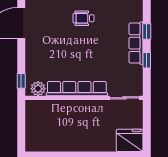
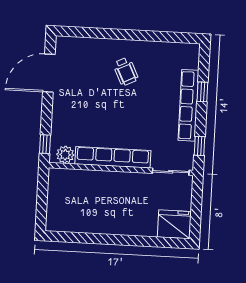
wheelchair: (83, 18) -> (126, 71), turned -116
row of seats: (136, 43) -> (188, 105), width x1.36
window: (147, 60) -> (200, 146), moved

